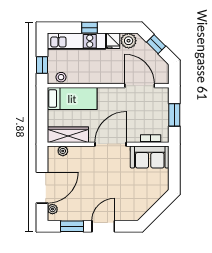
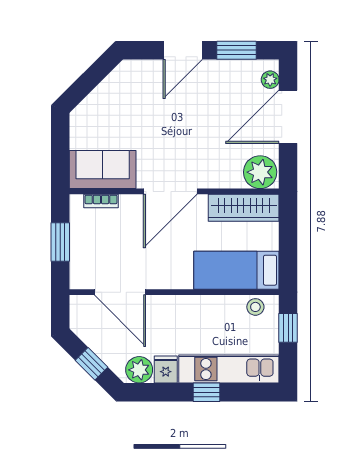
plant: (63, 151) -> (260, 172), width x1.87, depth x1.87

